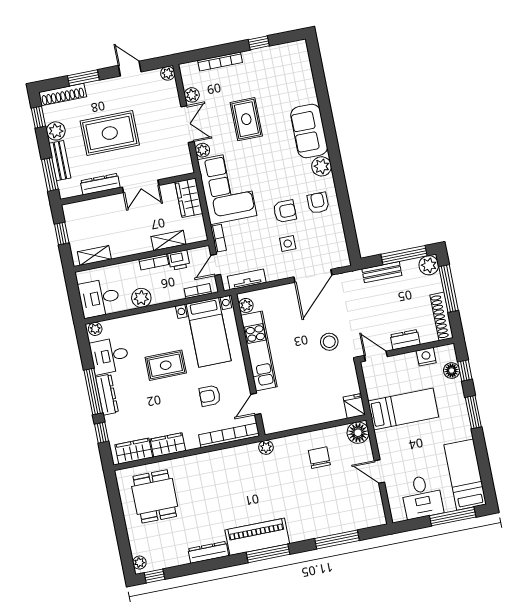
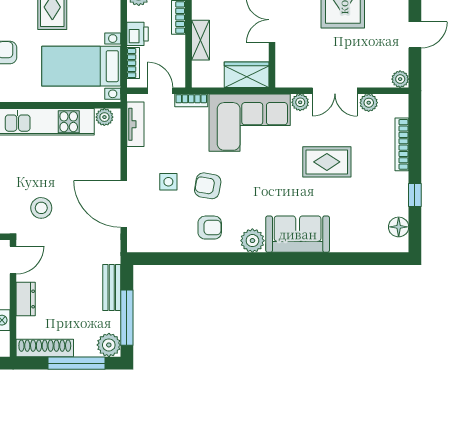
floor lamp: (287, 51) -> (399, 227), added
armchair: (285, 211) -> (208, 186), turned 100
printer: (179, 260) -> (138, 34), moved, turned 180

